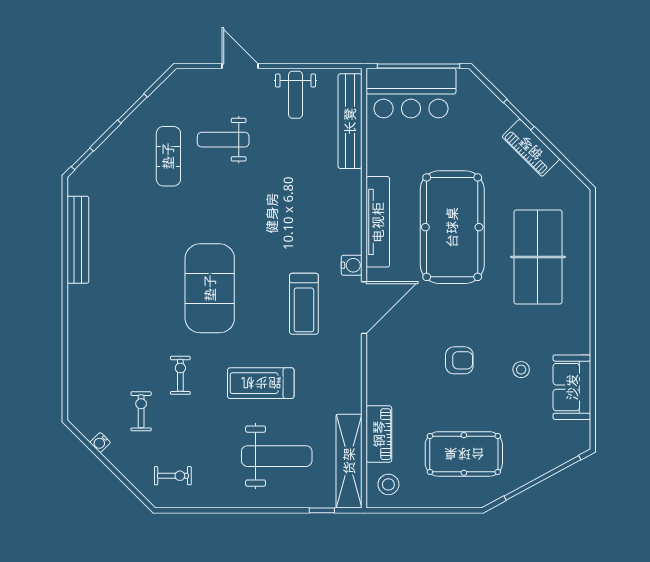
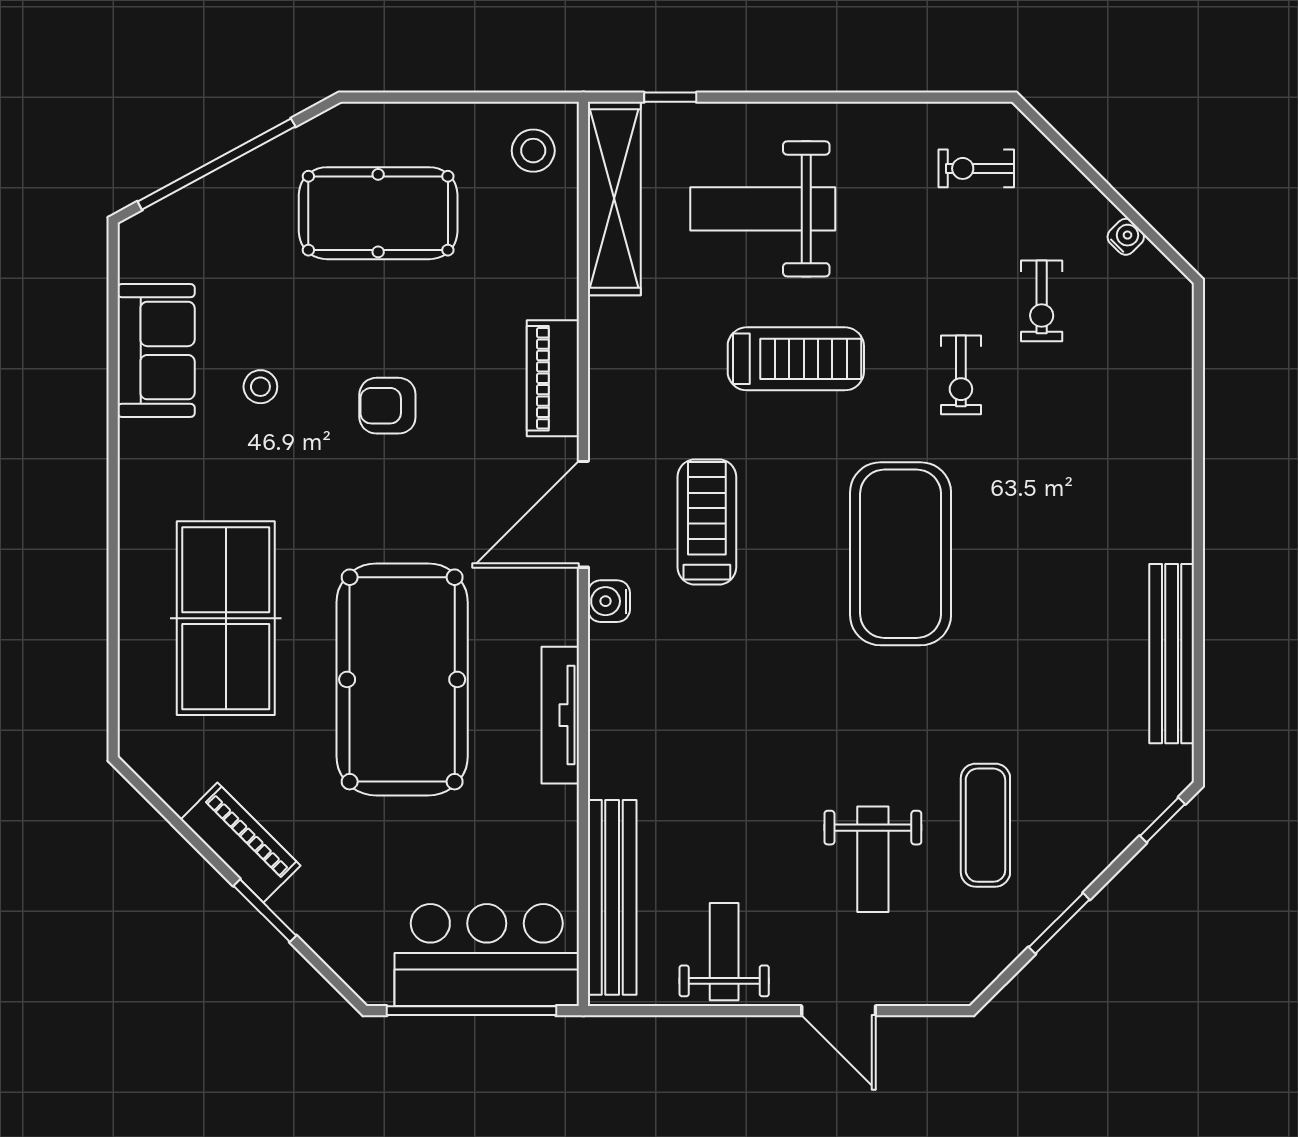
weight bench: (223, 140) -> (873, 859), turned 90
tv unit: (378, 222) -> (560, 715), width x0.73, depth x0.78
piano: (379, 434) -> (553, 378), moved

